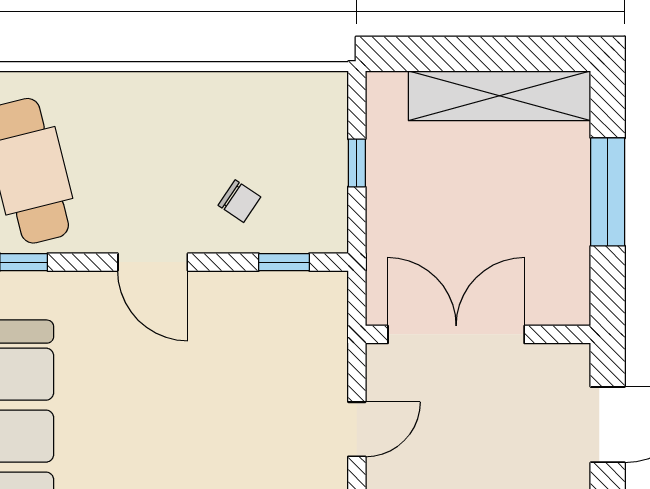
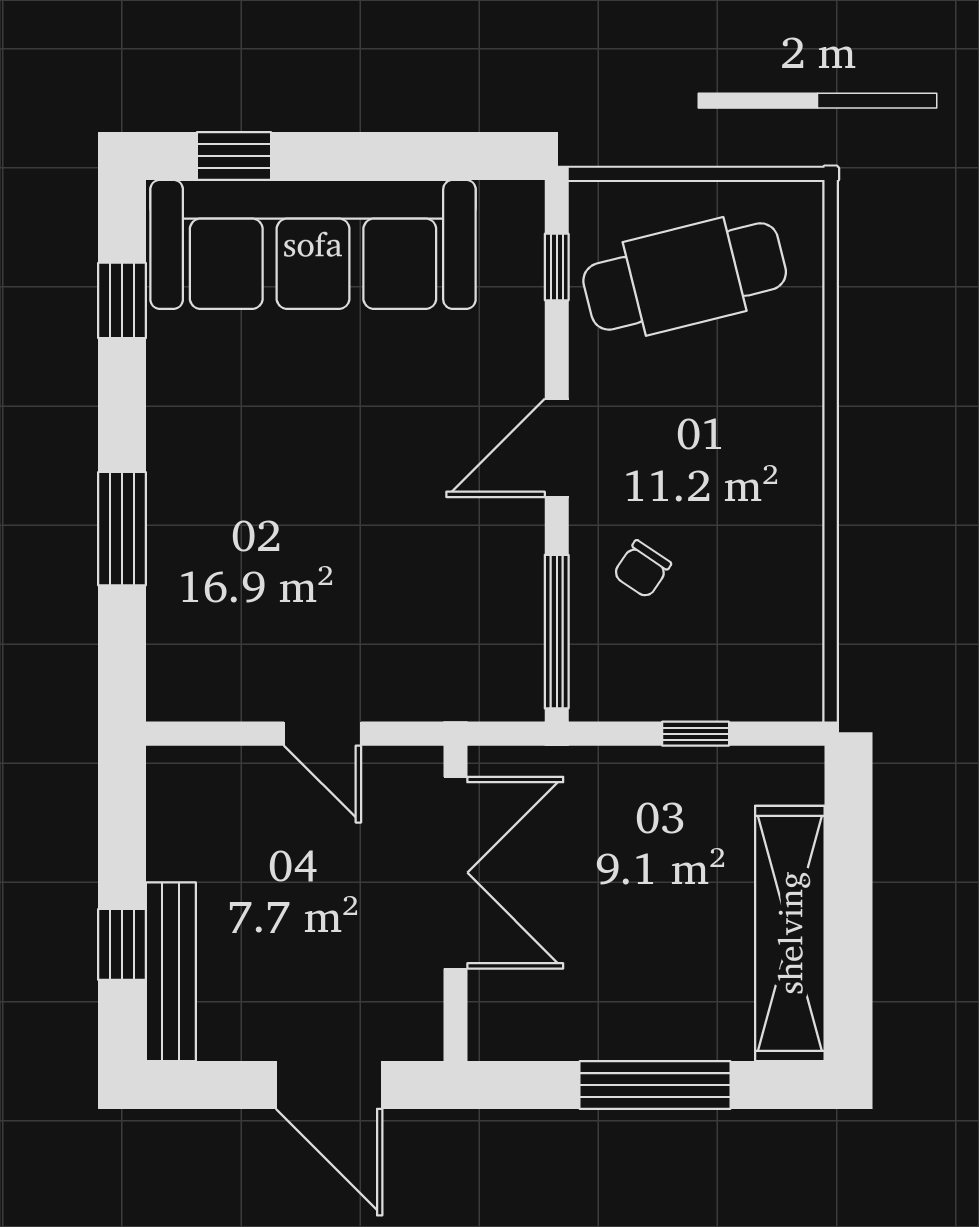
window: (284, 262) -> (557, 632), width x2.17

